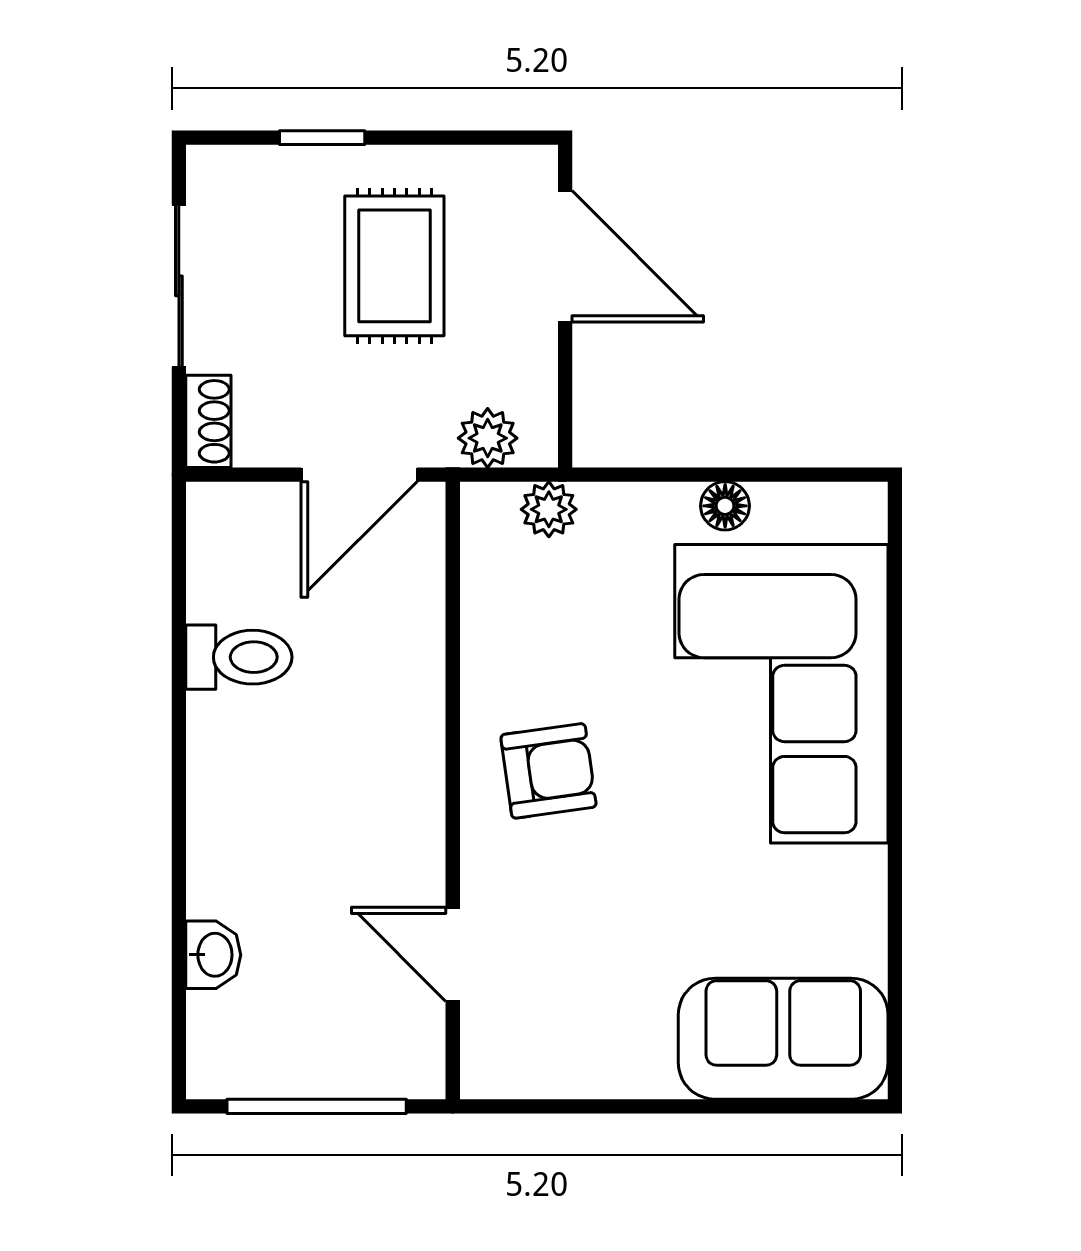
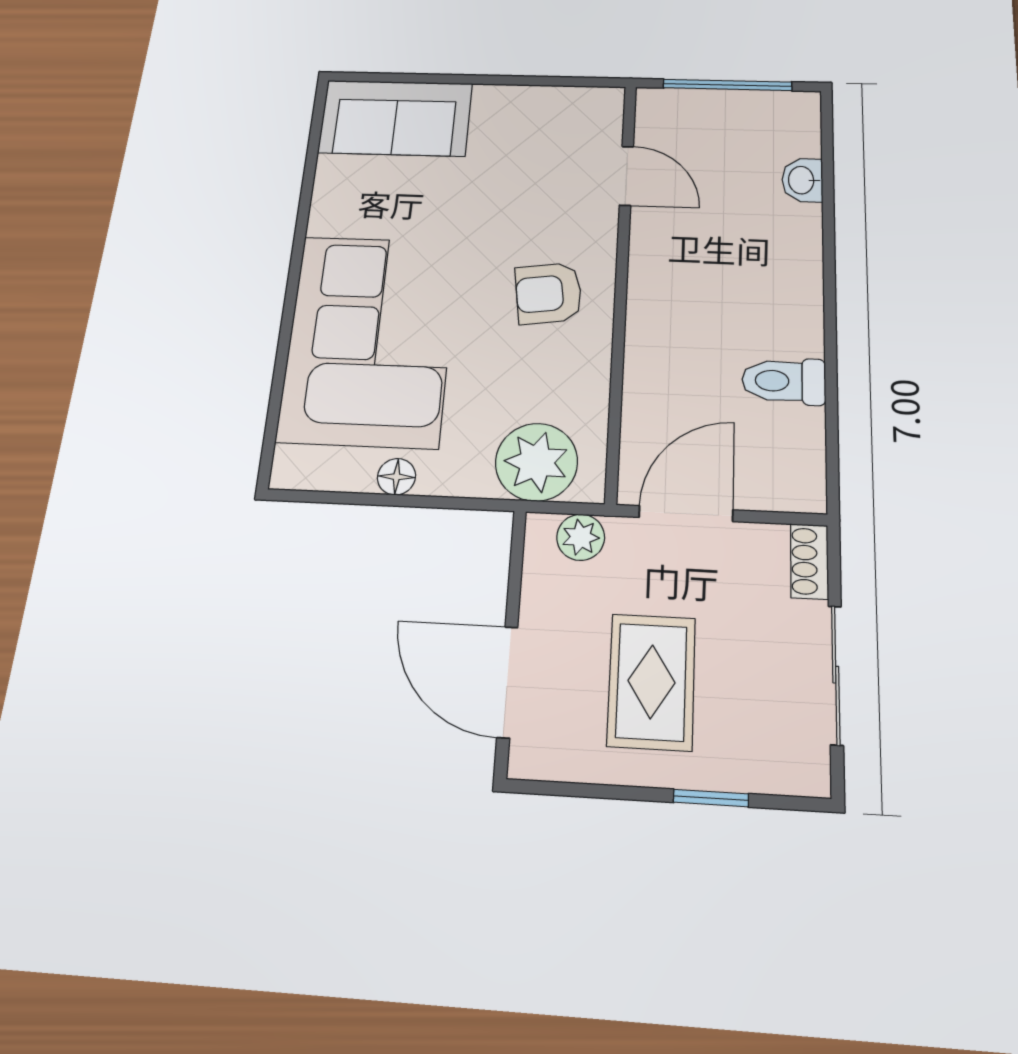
plant: (549, 509) -> (536, 462), width x1.88, depth x1.88

